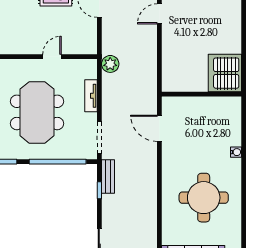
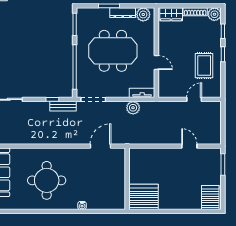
plant: (110, 64) -> (133, 108), moved
tv unit: (91, 96) -> (142, 93), moved

